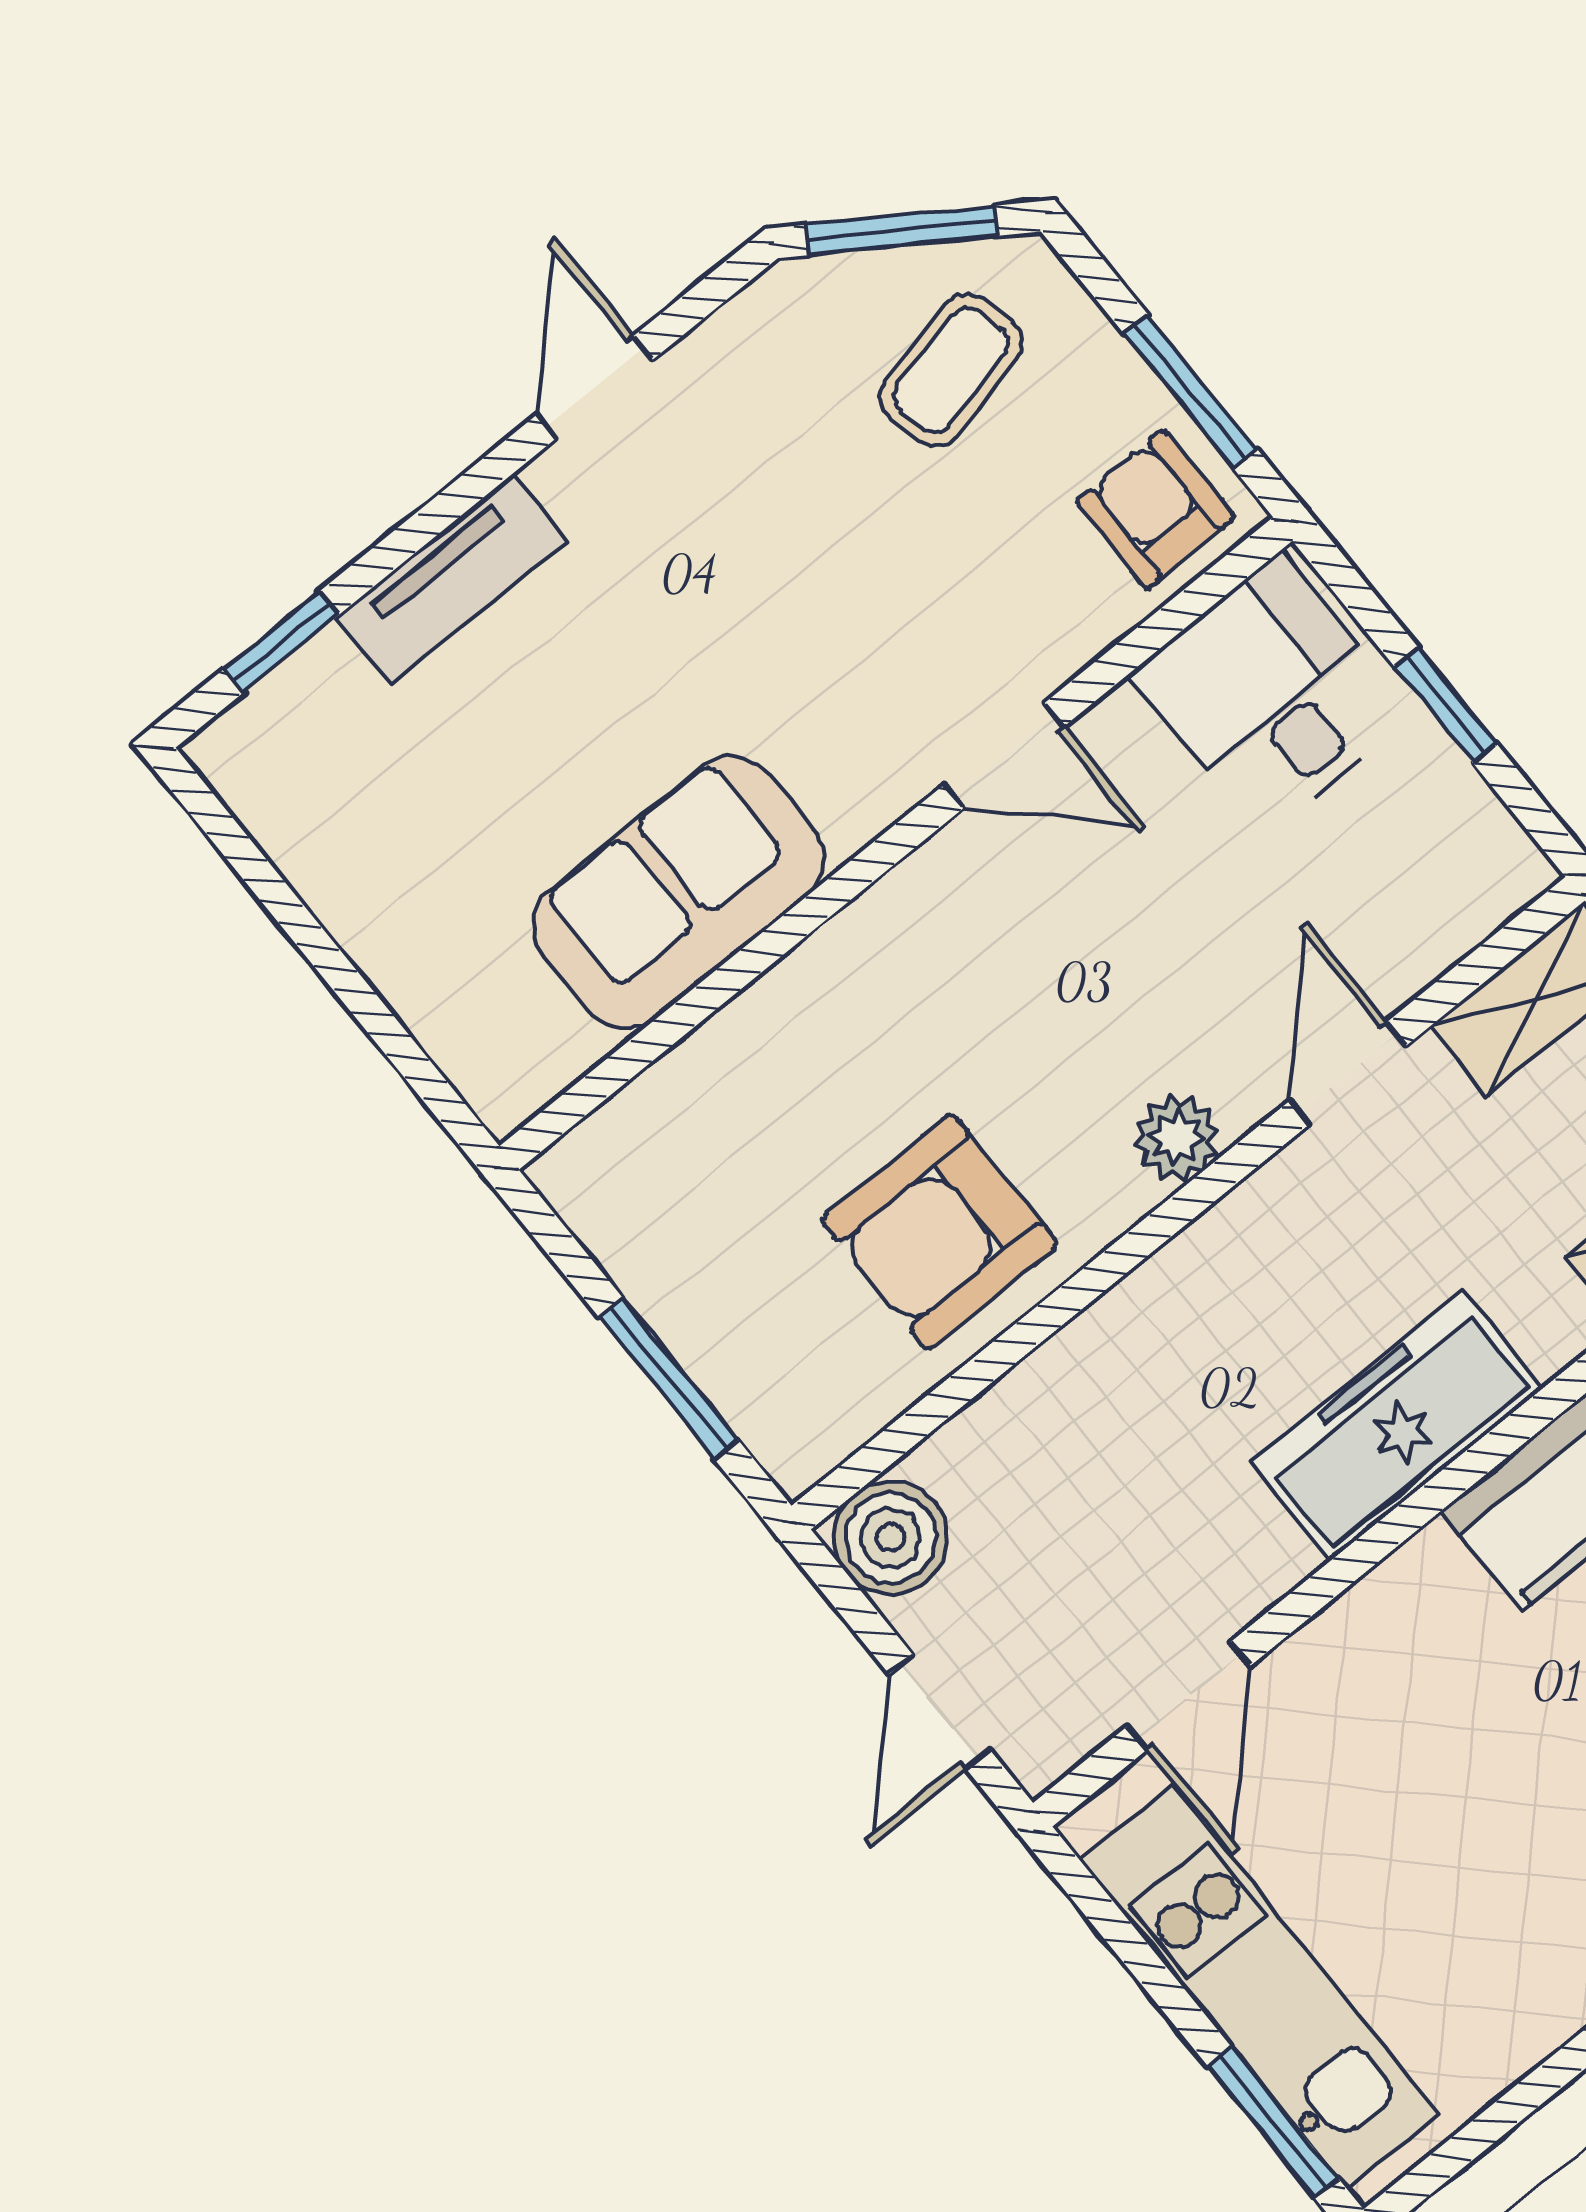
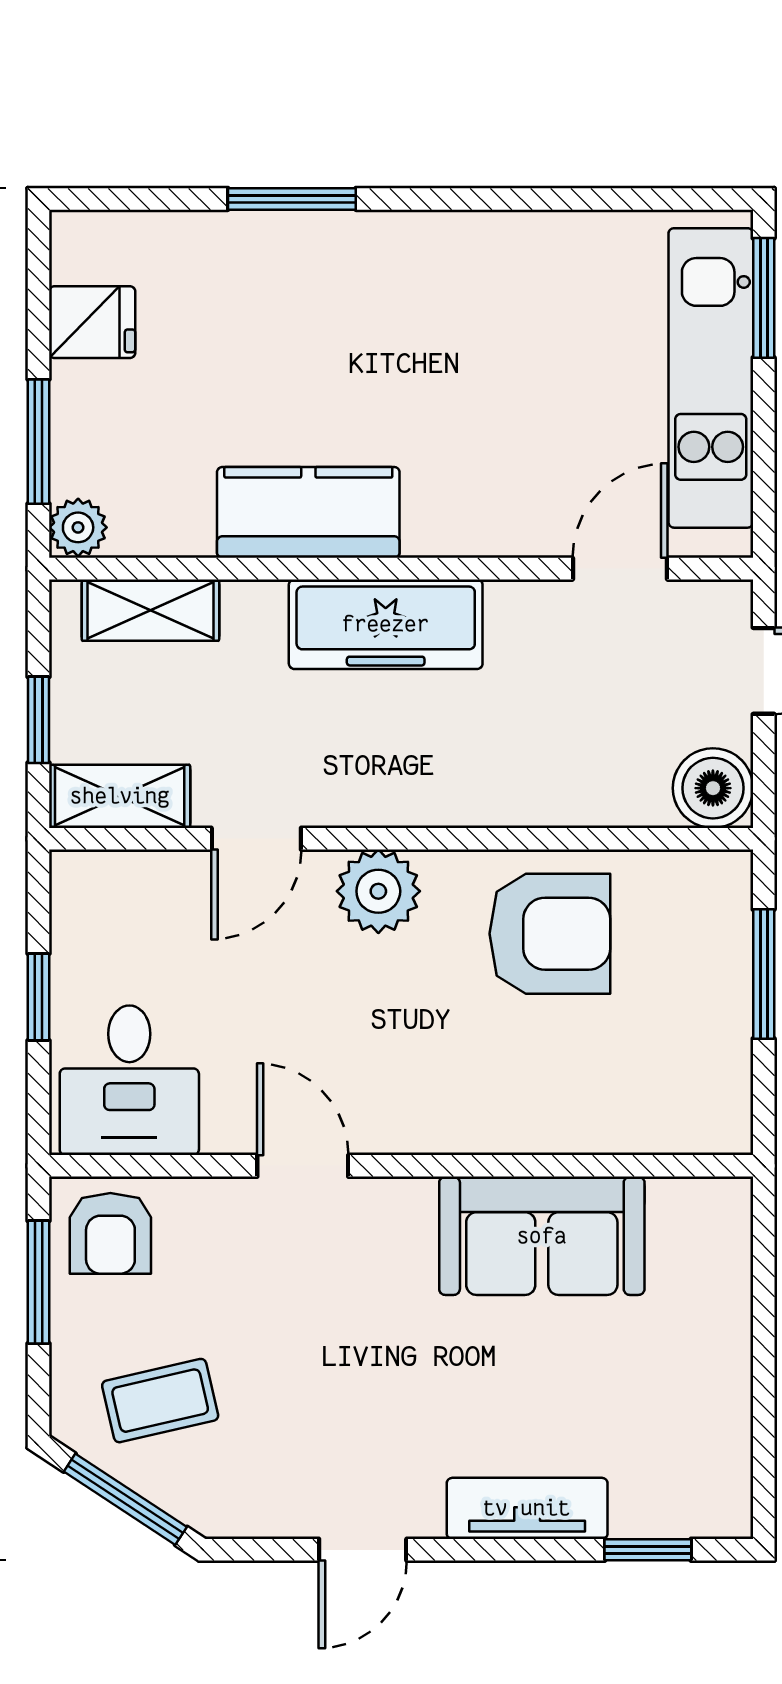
plant: (1177, 1138) -> (378, 891), width x1.38, depth x1.38

